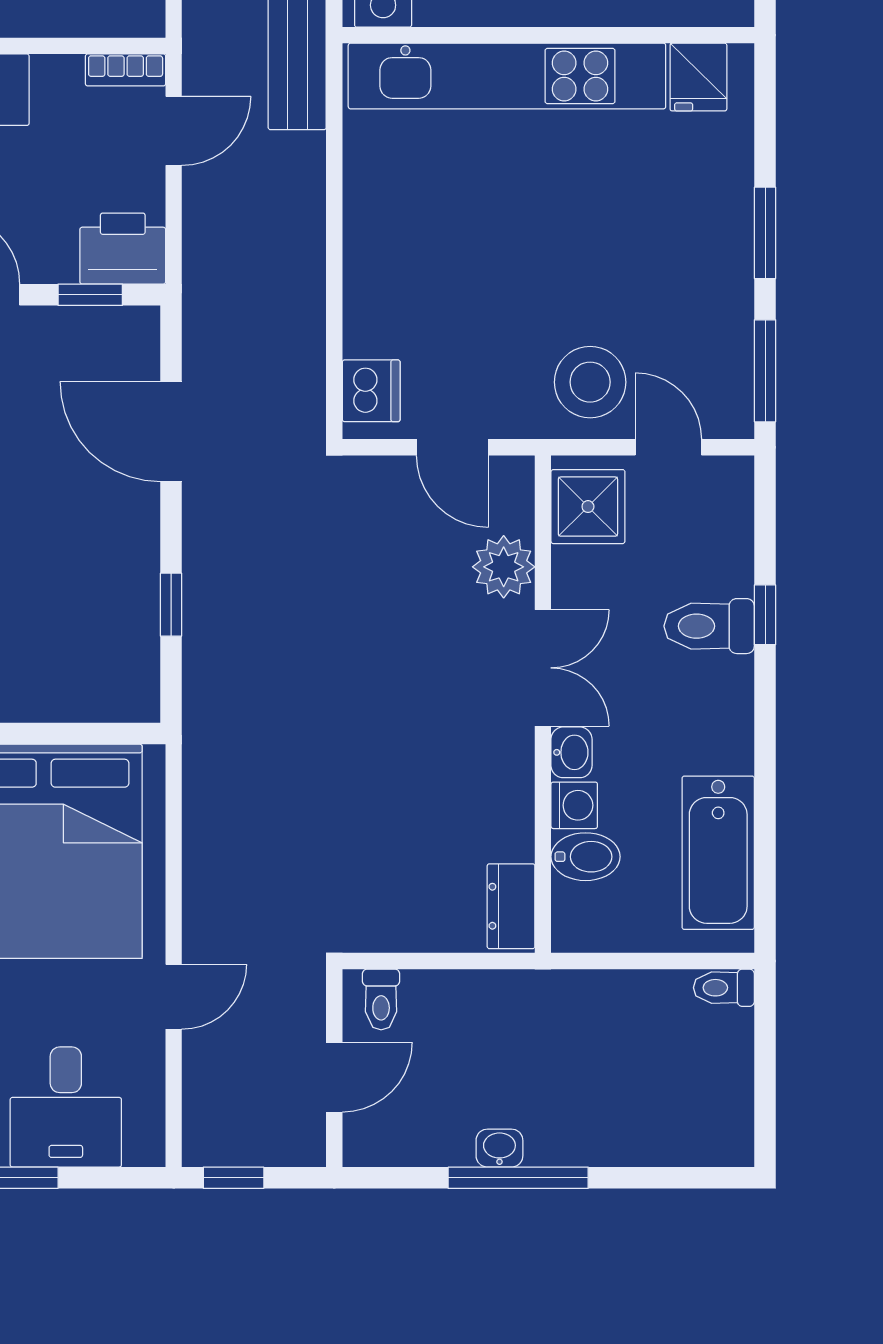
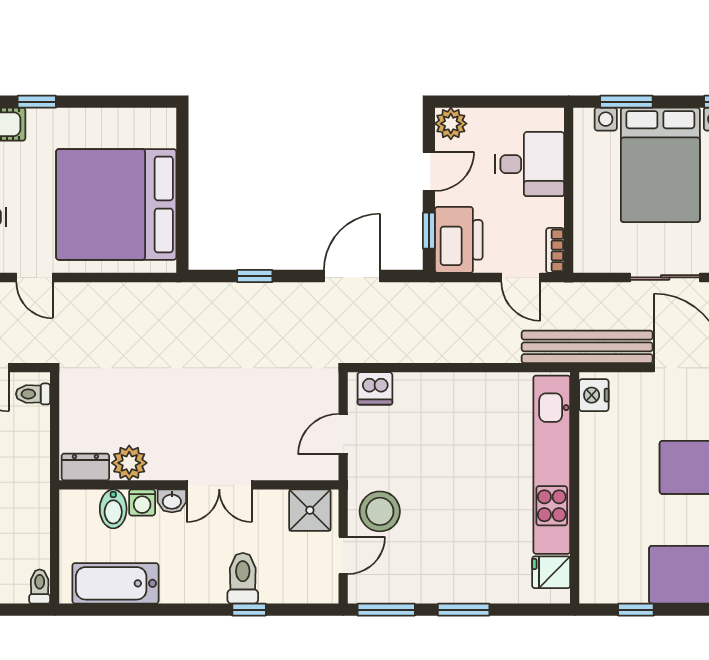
printer: (123, 249) -> (459, 240), width x1.37, depth x1.19
plant: (504, 567) -> (129, 463), moved

